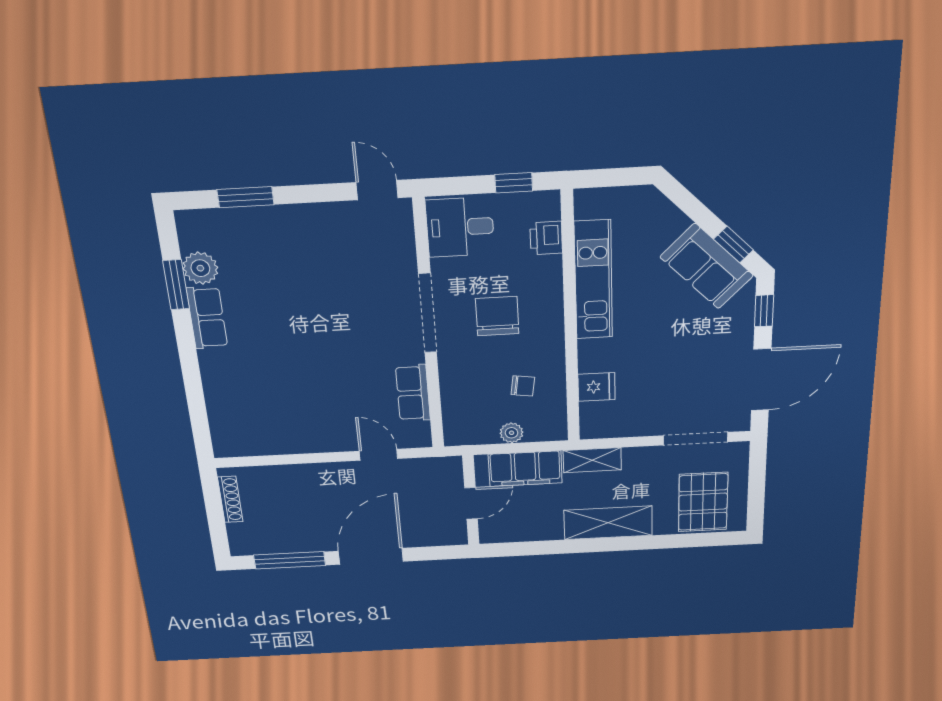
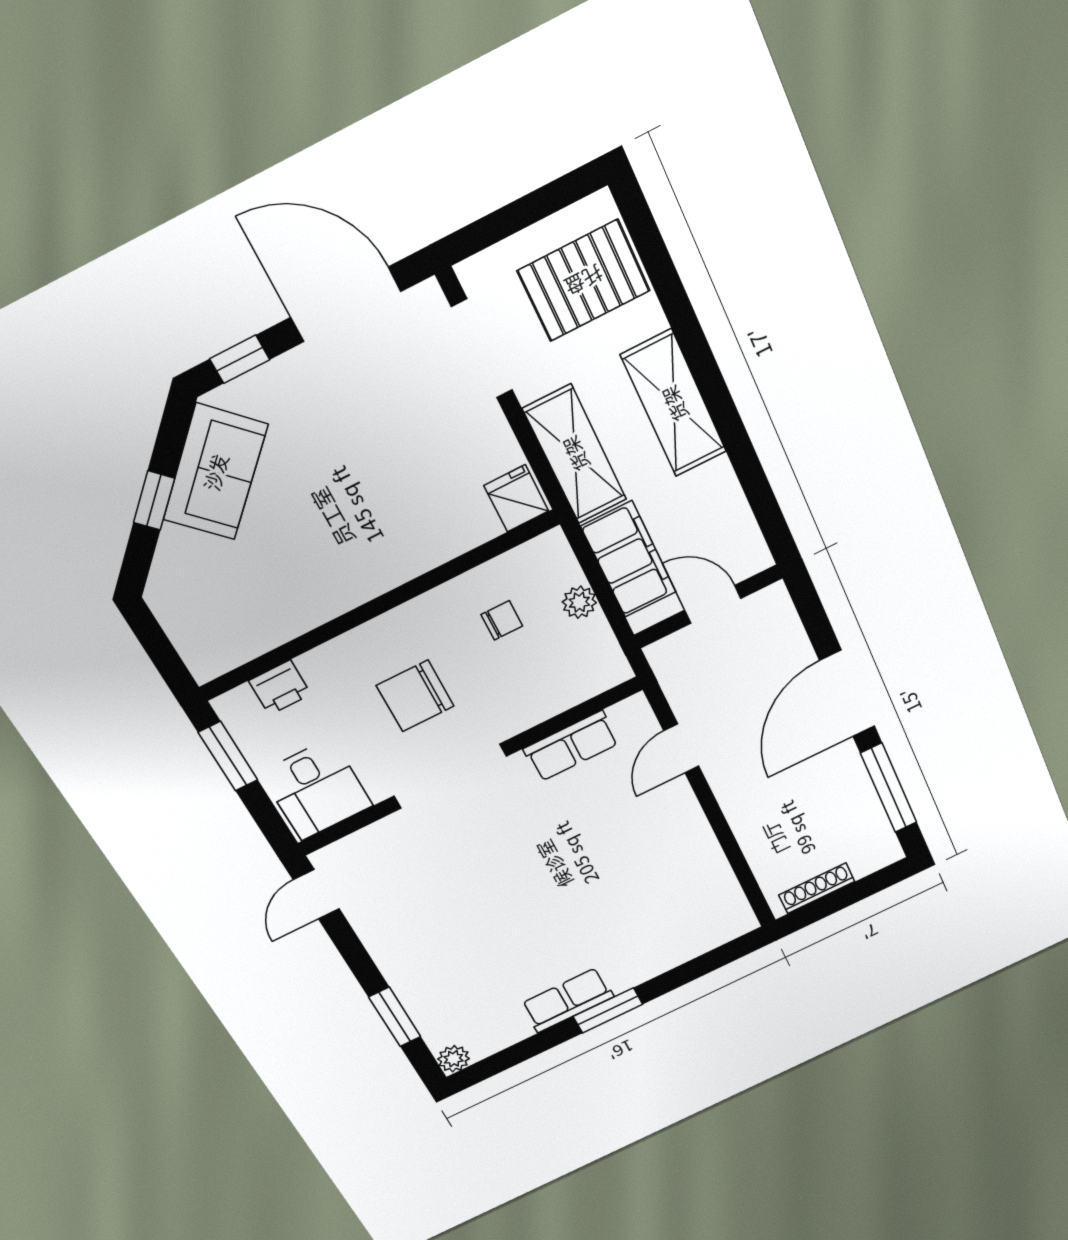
window: (514, 183) -> (228, 756), width x1.50
window: (733, 245) -> (154, 500), moved
plant: (200, 268) -> (454, 1059), moved, width x0.73, depth x0.73
kitchen unit: (593, 280) -> (308, 605), removed
window: (176, 285) -> (608, 1010), moved
chair: (523, 386) -> (502, 620), turned 82
fridge: (596, 387) -> (516, 498), moved
shelving: (592, 460) -> (575, 454), width x1.50, depth x1.33
door: (371, 556) -> (847, 694), hinge flipped

